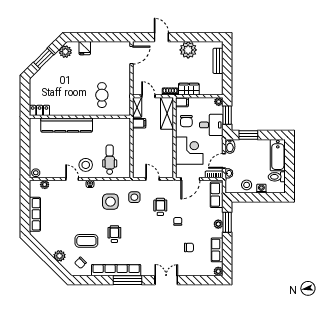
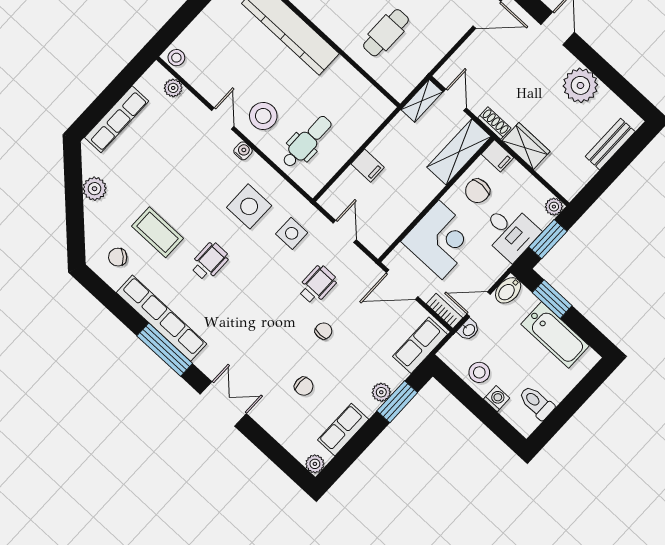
filing cabinet: (139, 123) -> (368, 166), moved
bathtub: (278, 155) -> (555, 335), moved, turned -90
plant: (60, 256) -> (95, 189), moved

